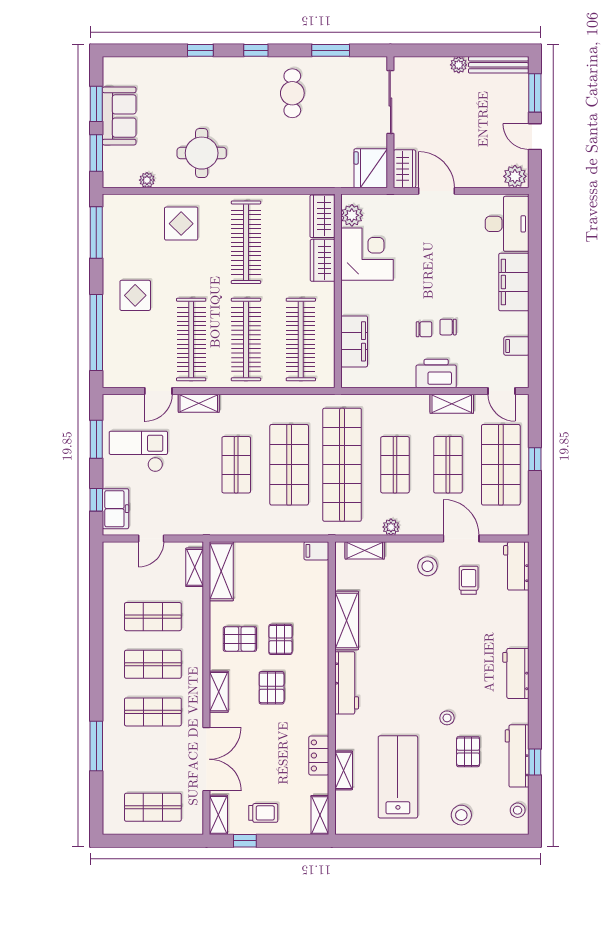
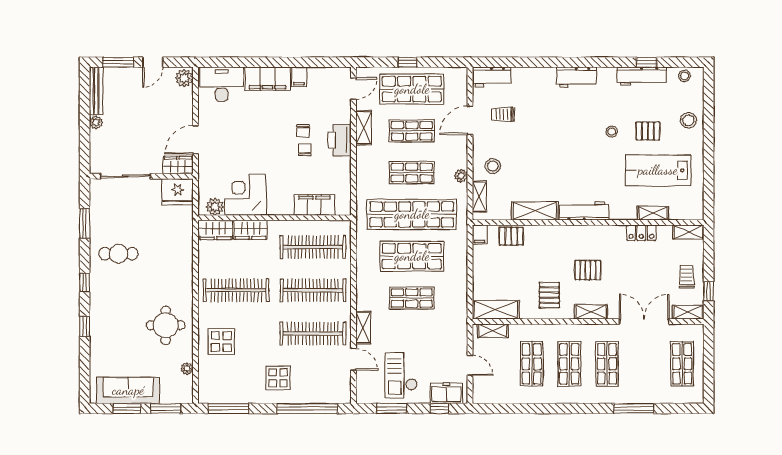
sofa: (119, 116) -> (128, 390), width x1.36
filing cabinet: (516, 346) -> (299, 77), moved
stool: (427, 566) -> (493, 166), moved
pallet: (280, 639) -> (511, 236), moved
pallet: (468, 752) -> (648, 131), moved

